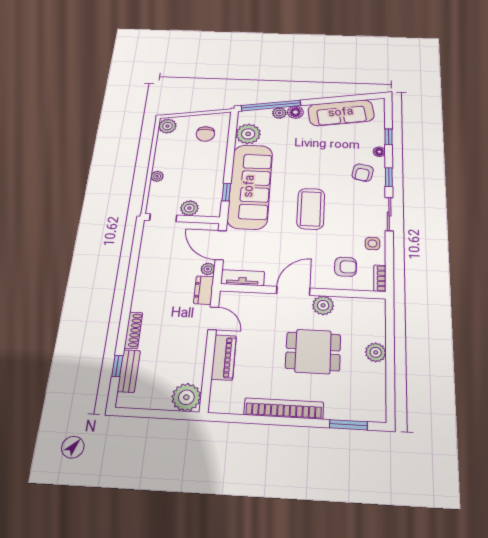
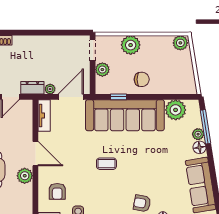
window: (271, 106) -> (205, 127), width x0.68
chair: (205, 134) -> (142, 79), moved, turned 180
plant: (157, 176) -> (131, 45), width x1.88, depth x1.88
coffee table: (311, 209) -> (106, 164), width x0.54, depth x0.58

